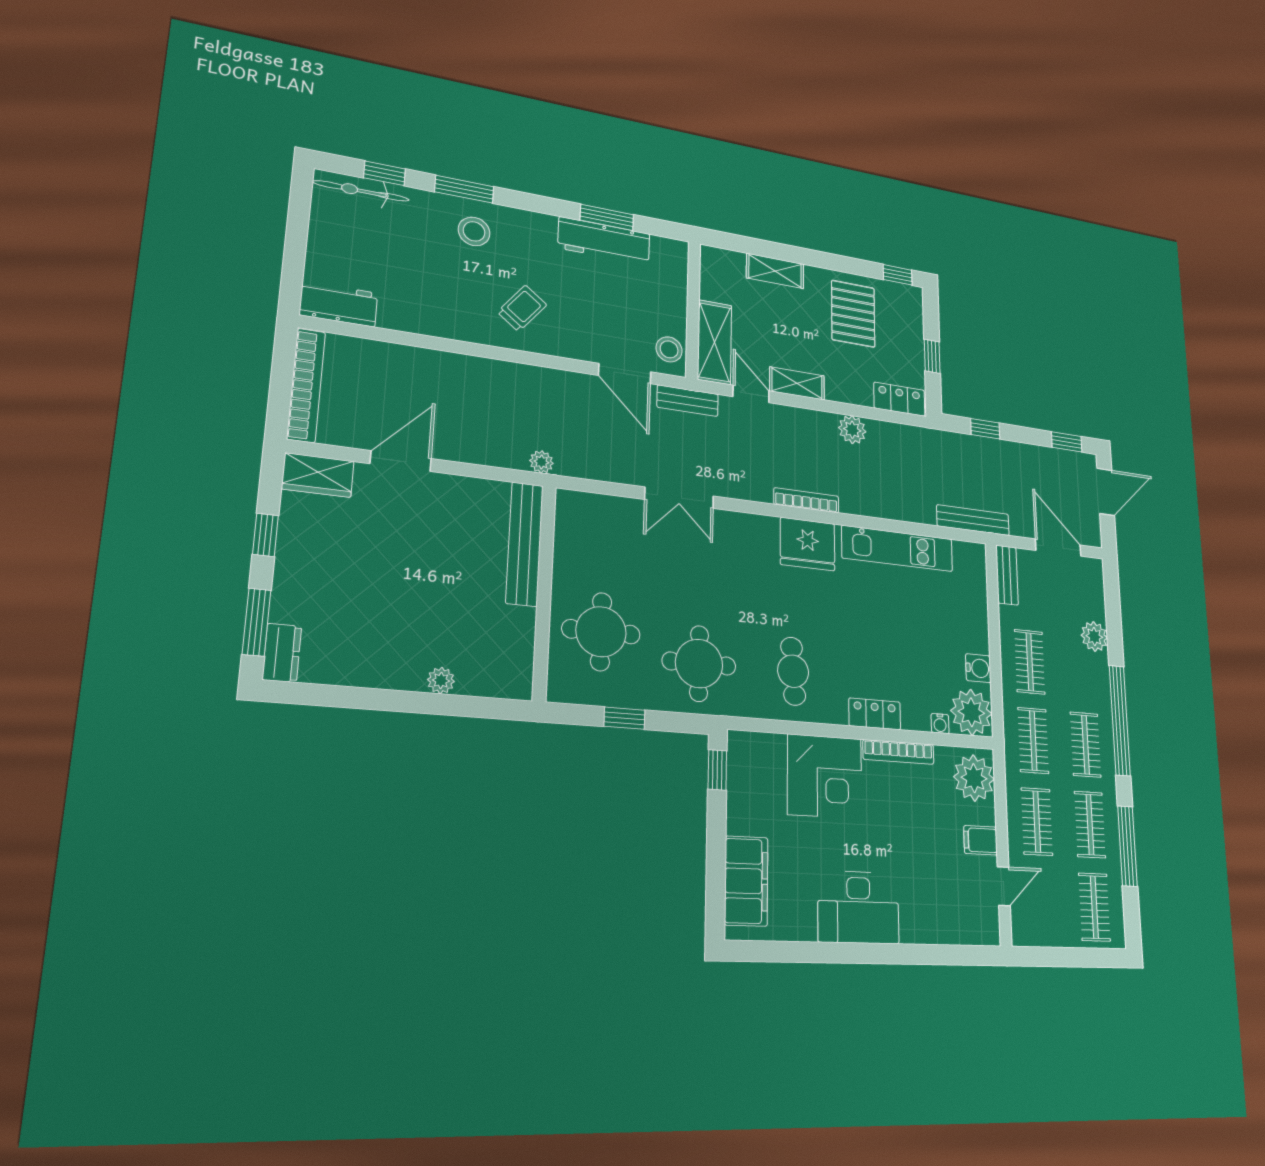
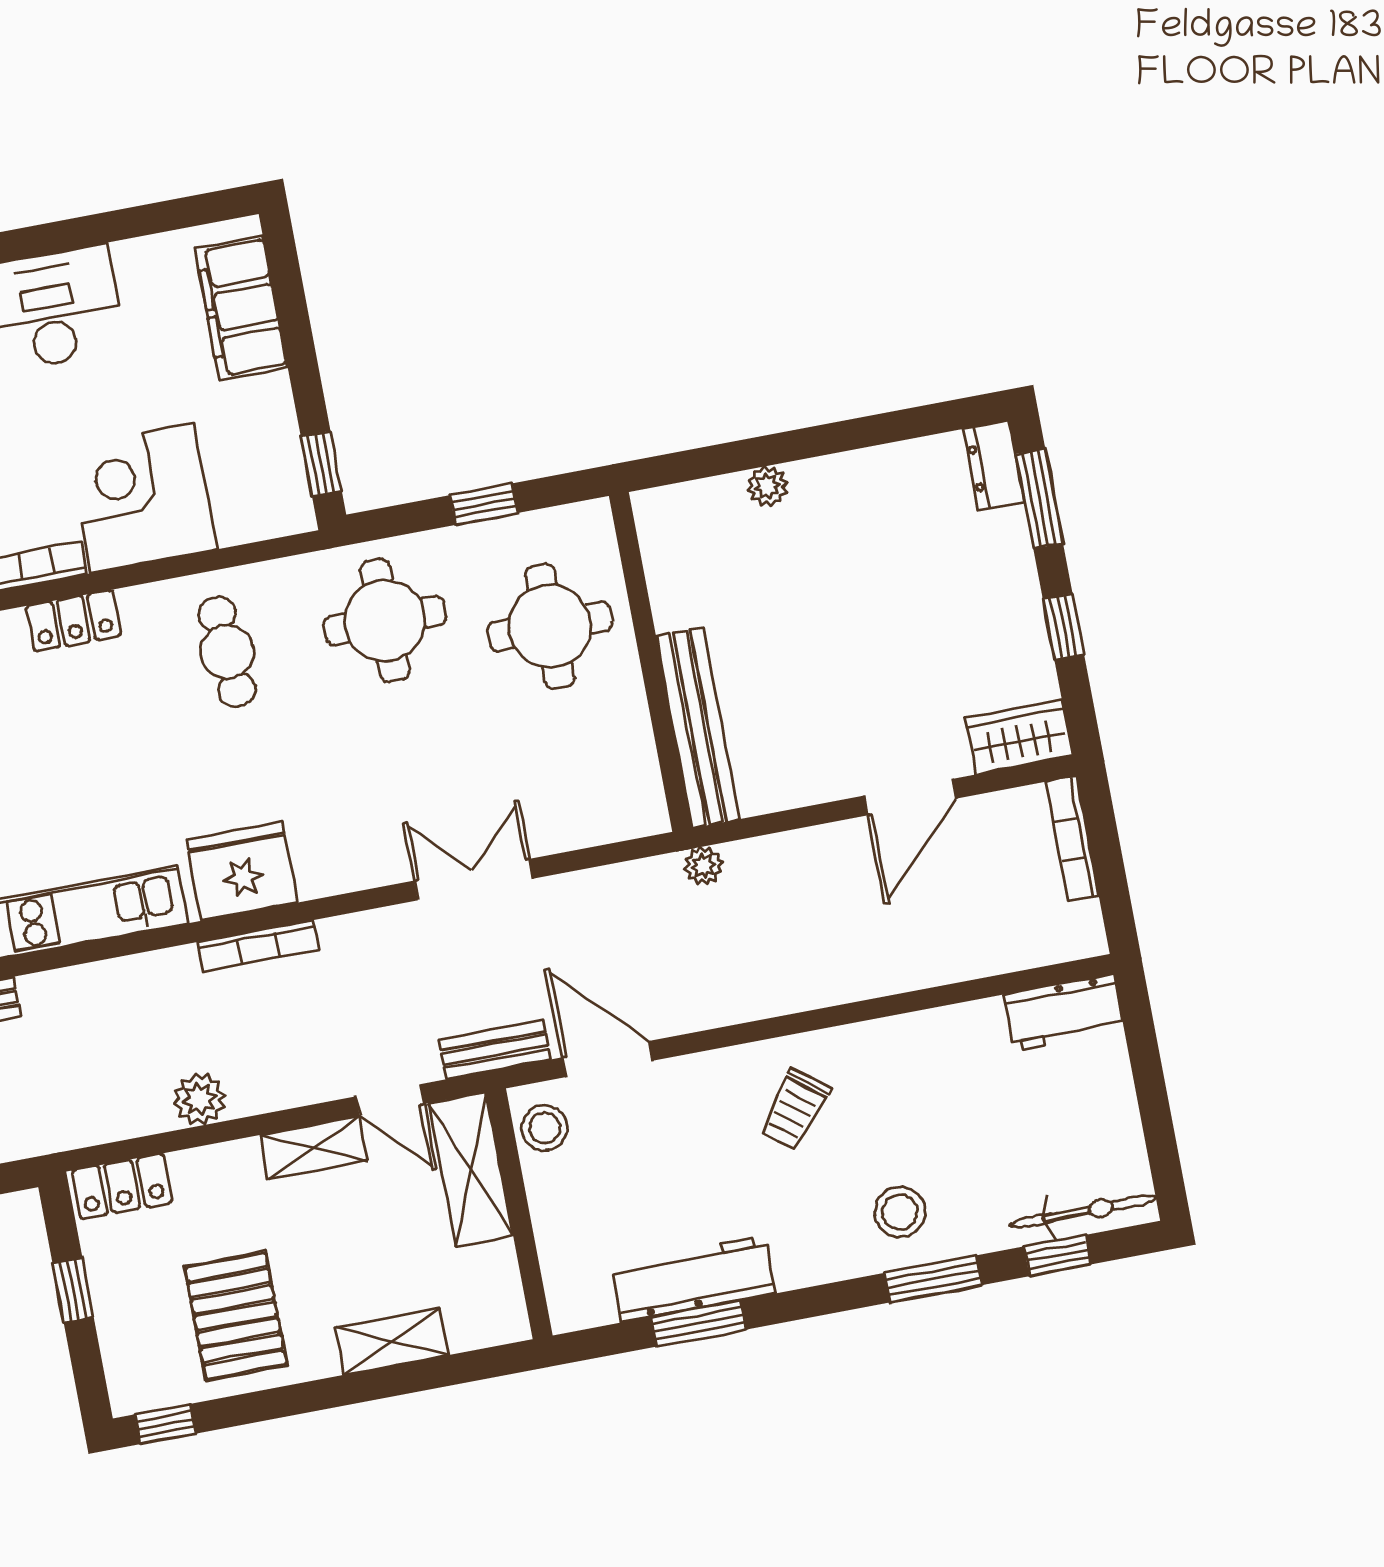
bookcase: (306, 385) -> (1072, 838), width x0.68, depth x0.76

